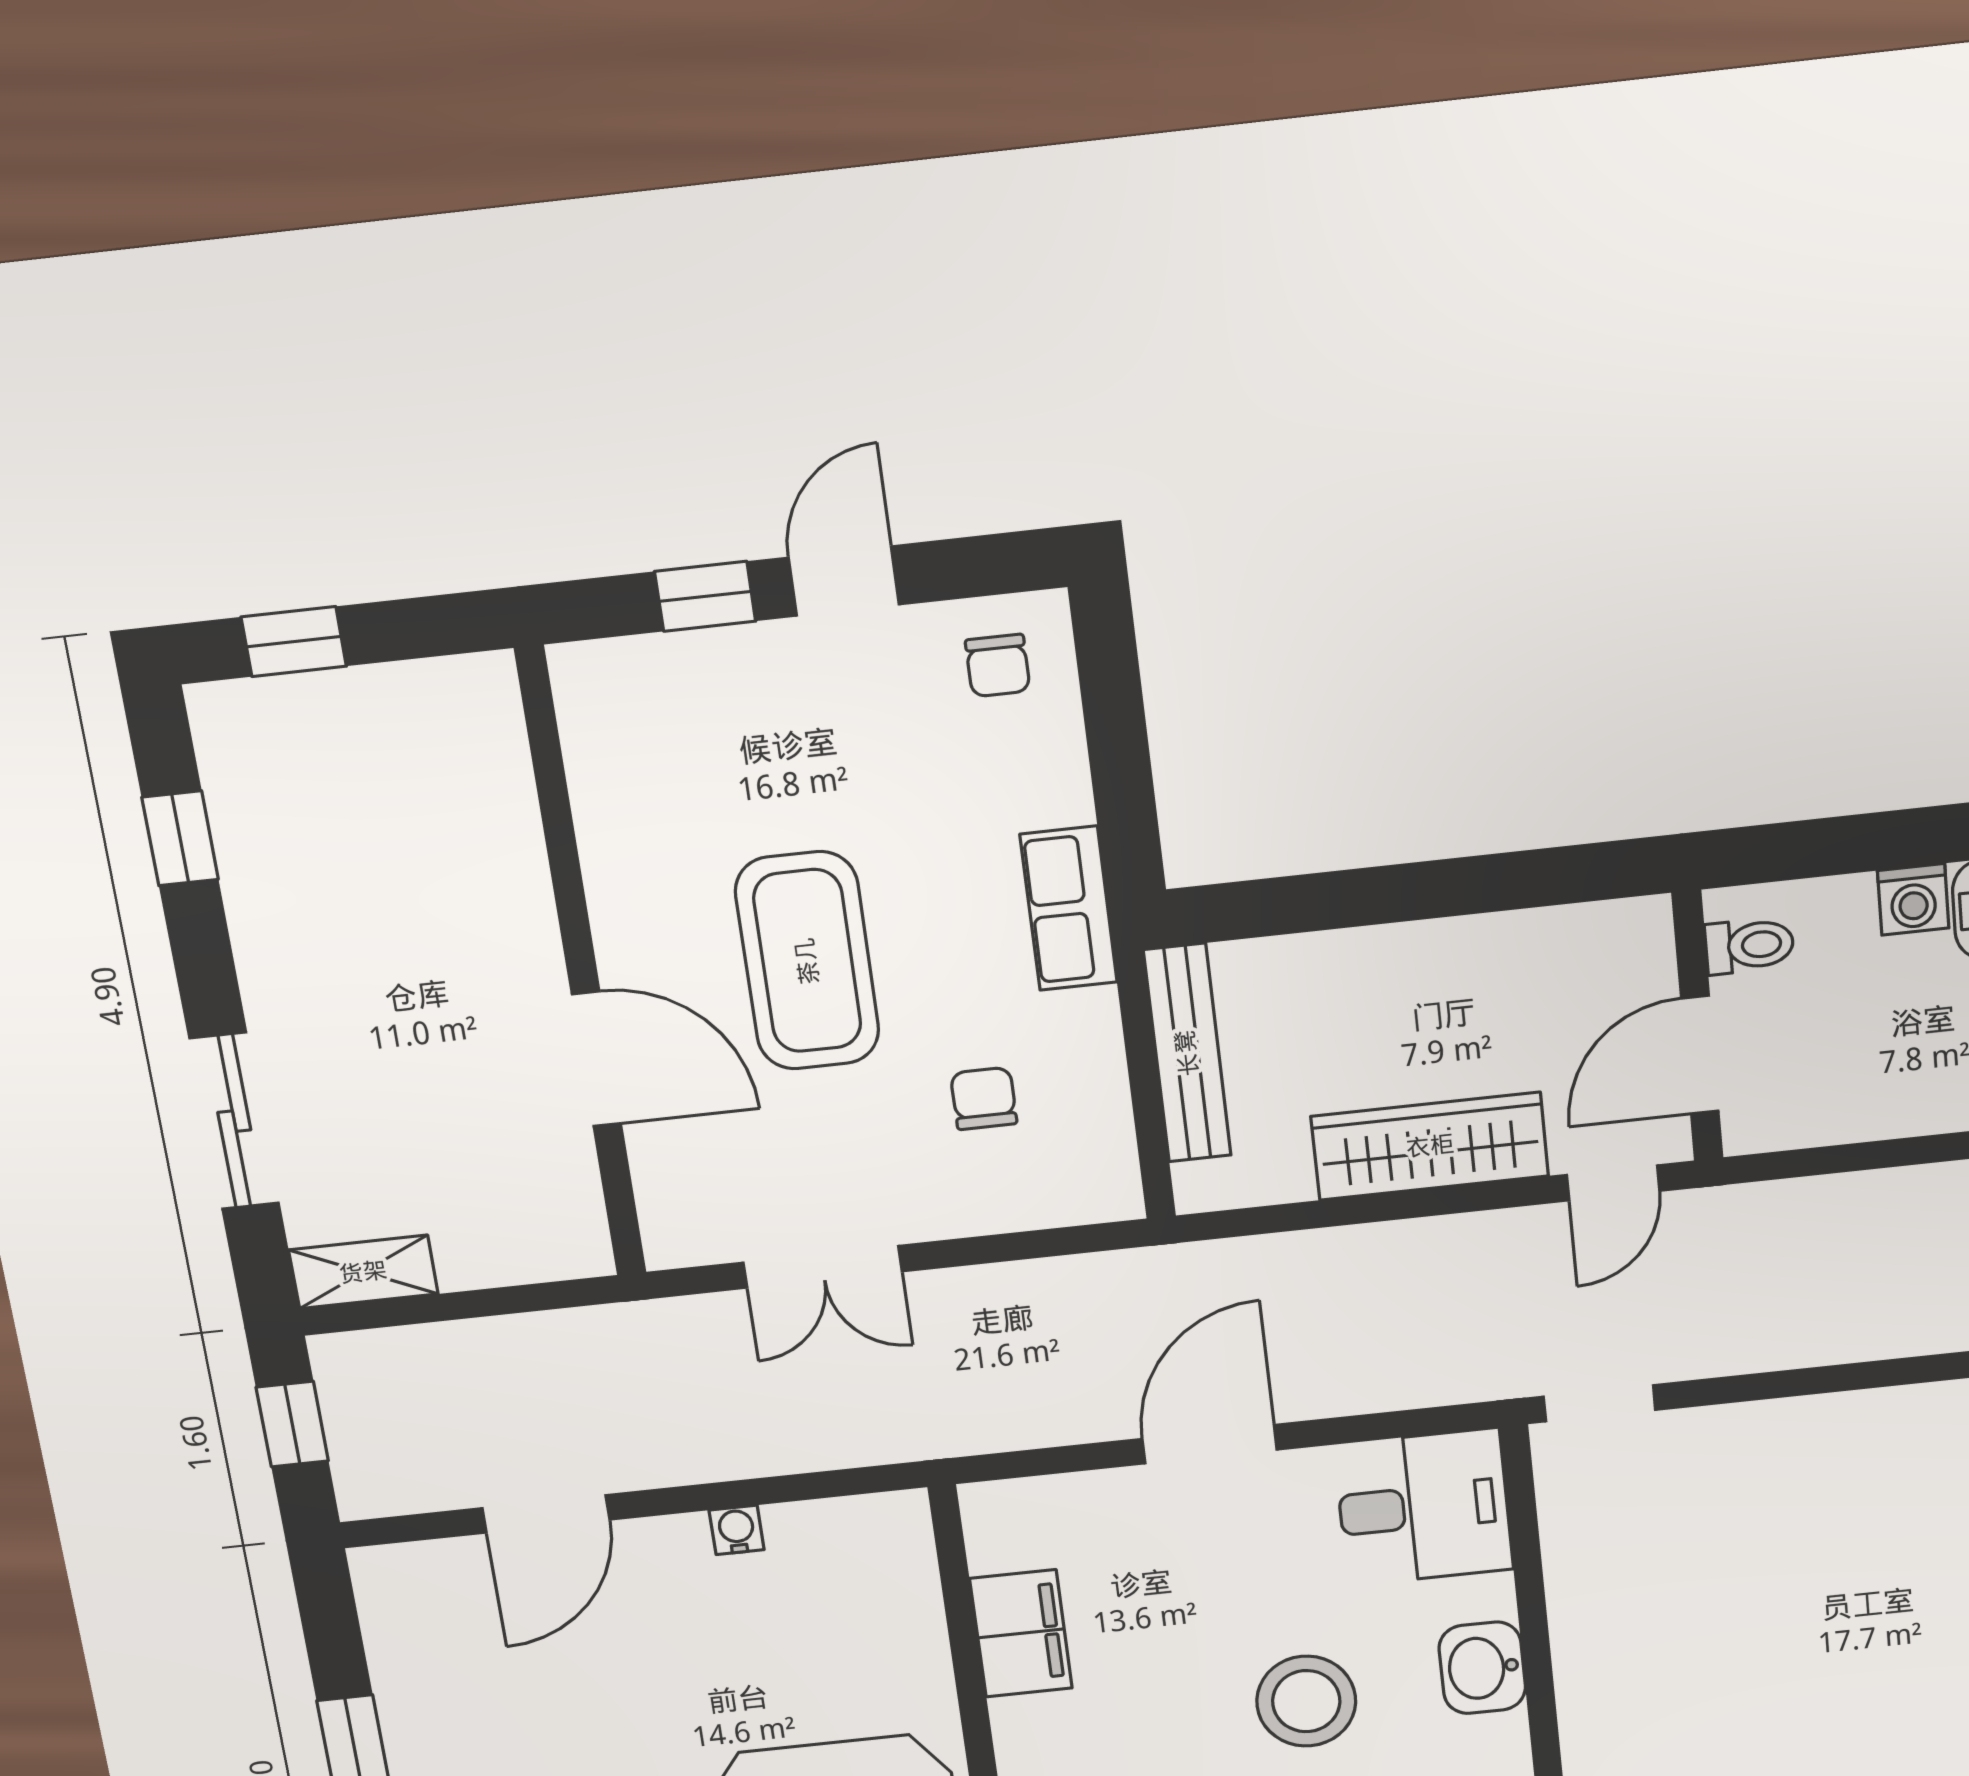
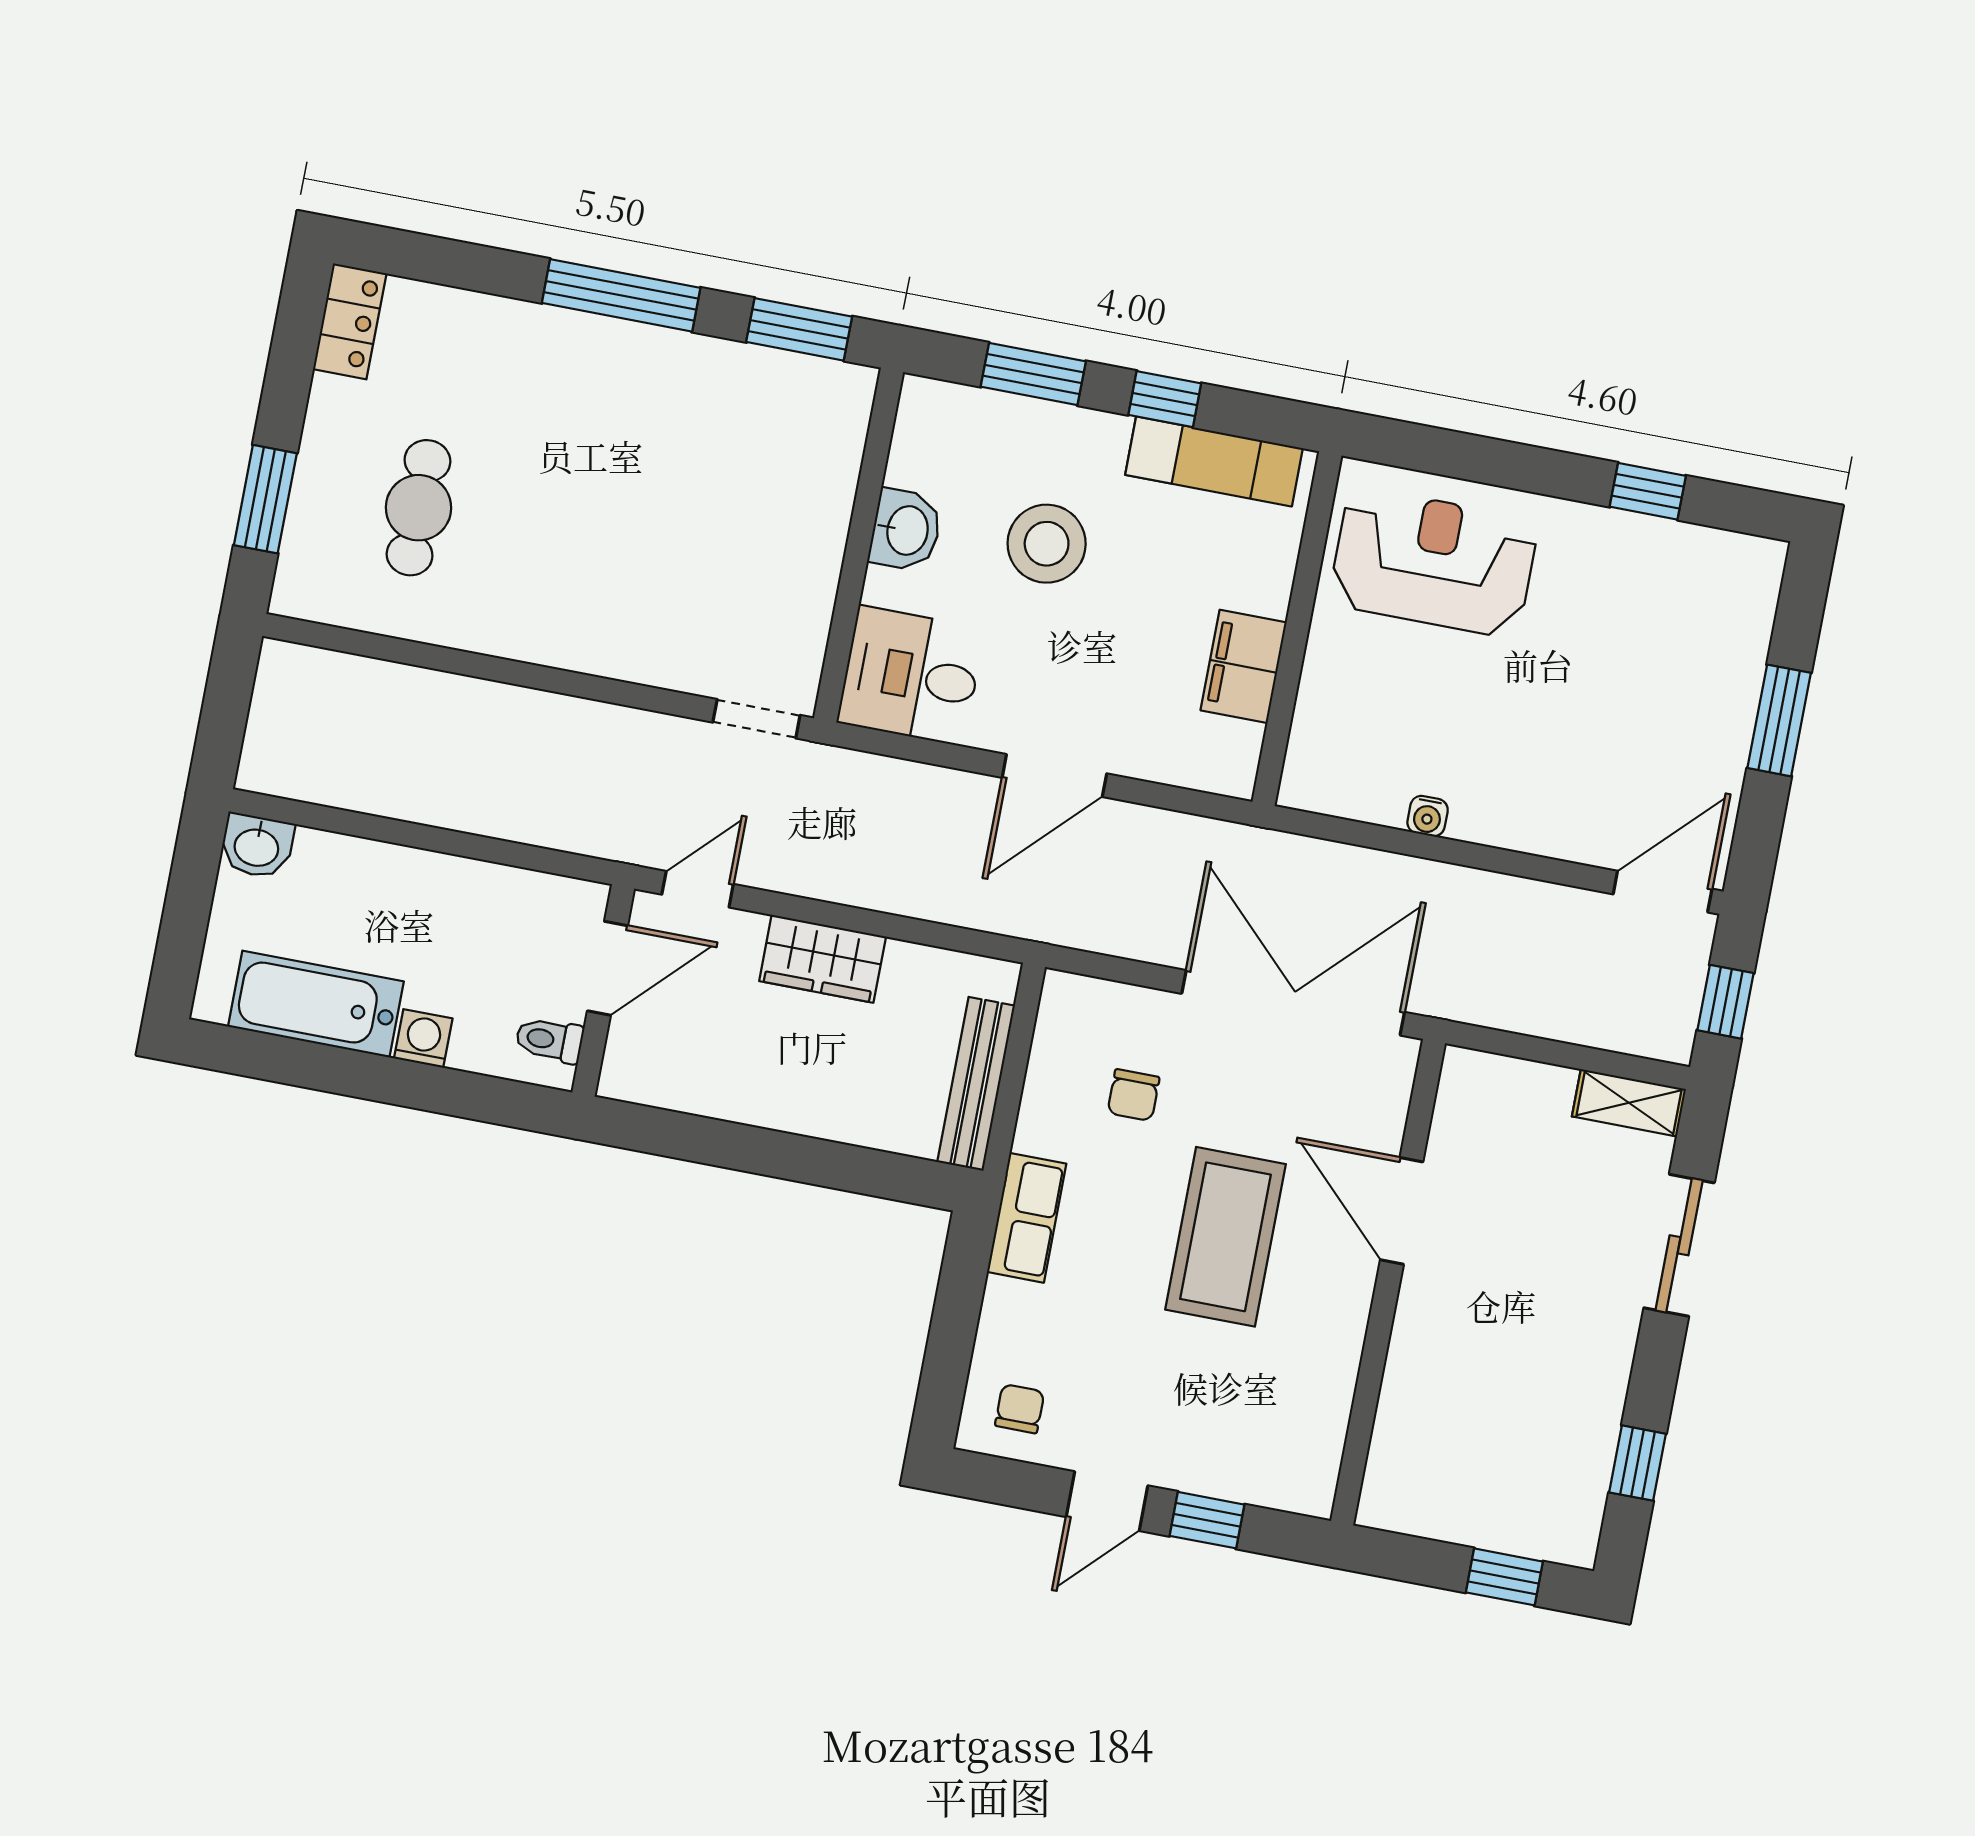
wardrobe: (1430, 1146) -> (823, 959), width x0.67
double door: (823, 1267) -> (1293, 1003), width x1.87
door: (546, 1514) -> (1663, 892), moved

